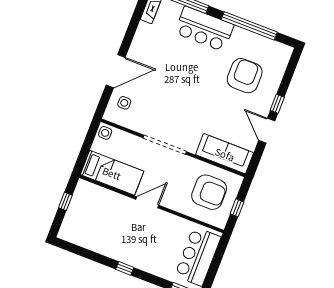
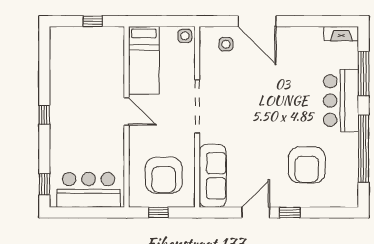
armchair: (245, 76) -> (307, 165), turned 90

